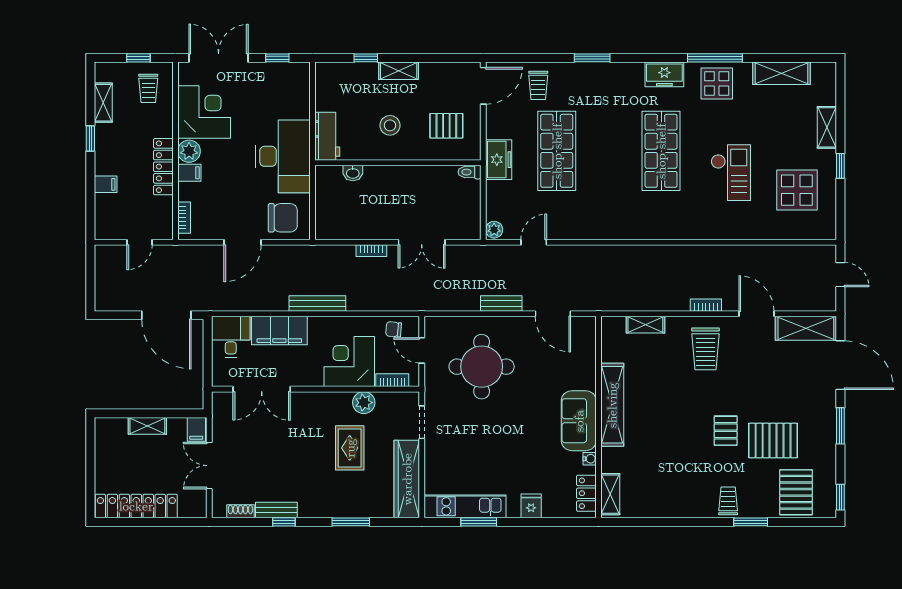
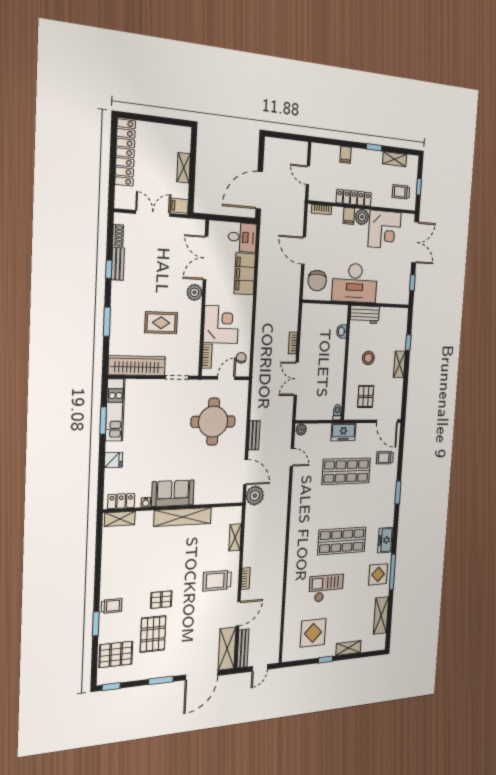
checkout: (731, 173) -> (326, 588), turned 180
plant: (587, 297) -> (255, 496), added
bench: (317, 303) -> (243, 648), moved
door: (553, 314) -> (246, 472), swing flipped
plant: (364, 403) -> (195, 292), moved

